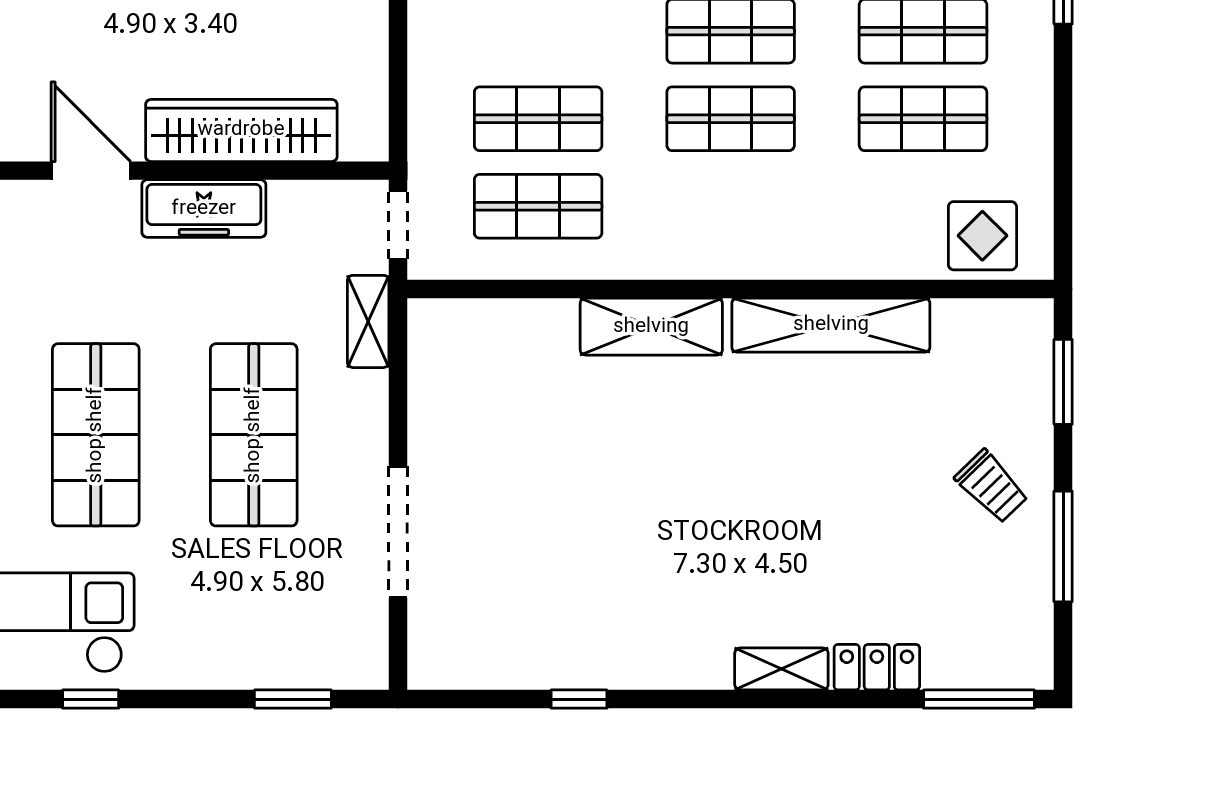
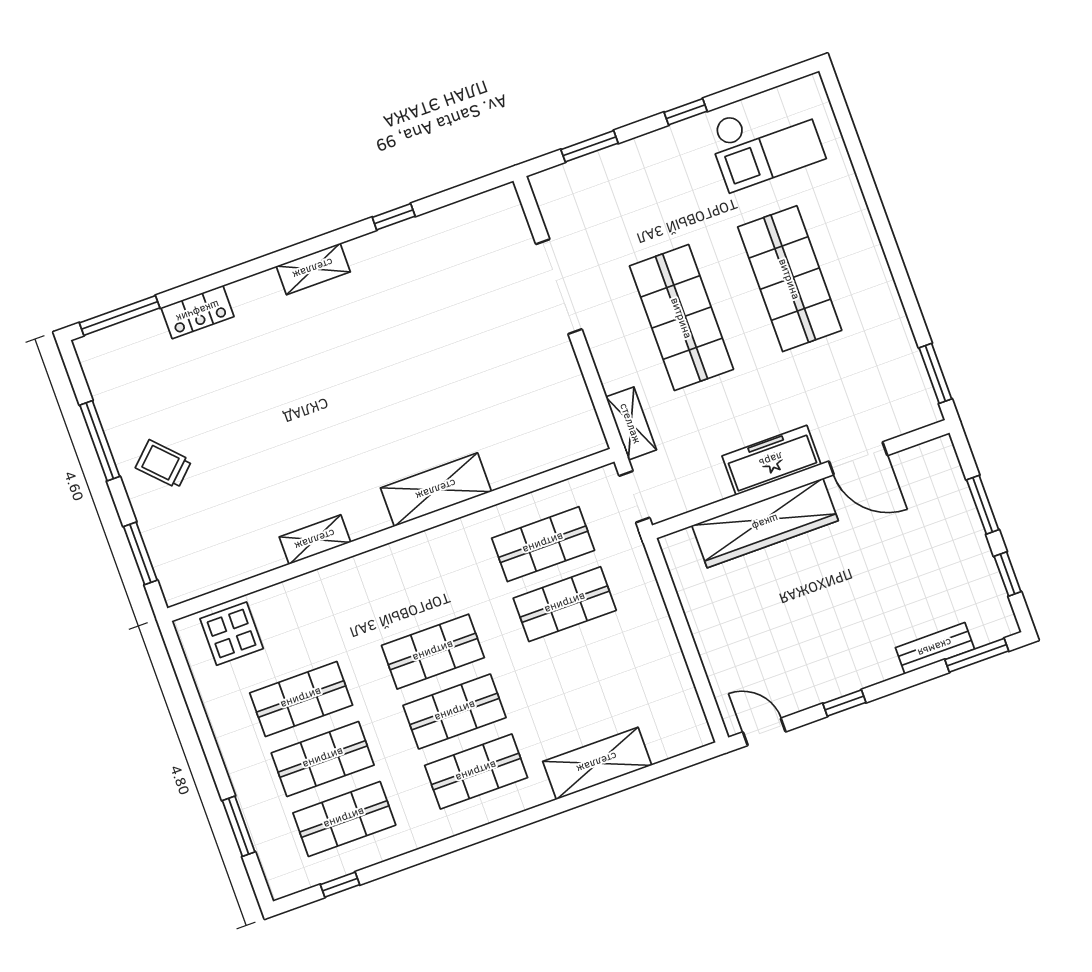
shelving: (831, 325) -> (315, 540), width x0.45, depth x0.75
shelving: (781, 669) -> (313, 269), moved
window: (91, 699) -> (686, 112), moved

